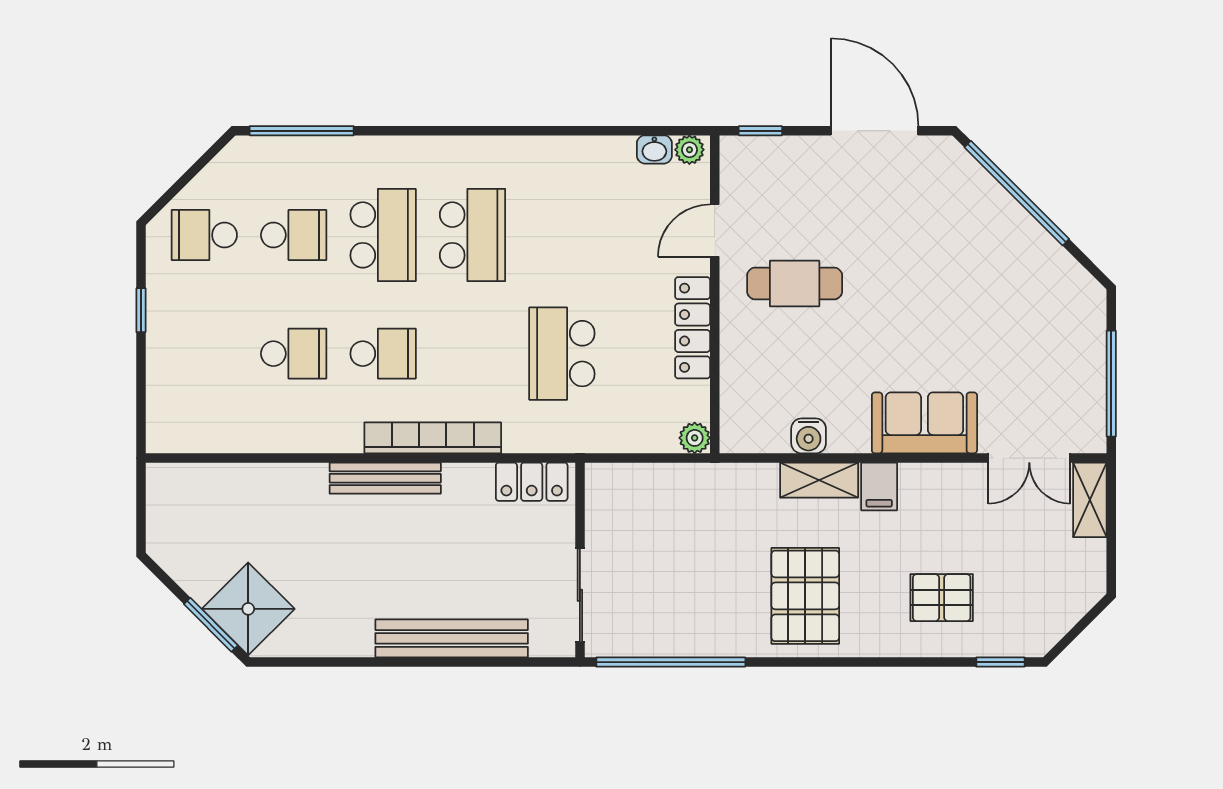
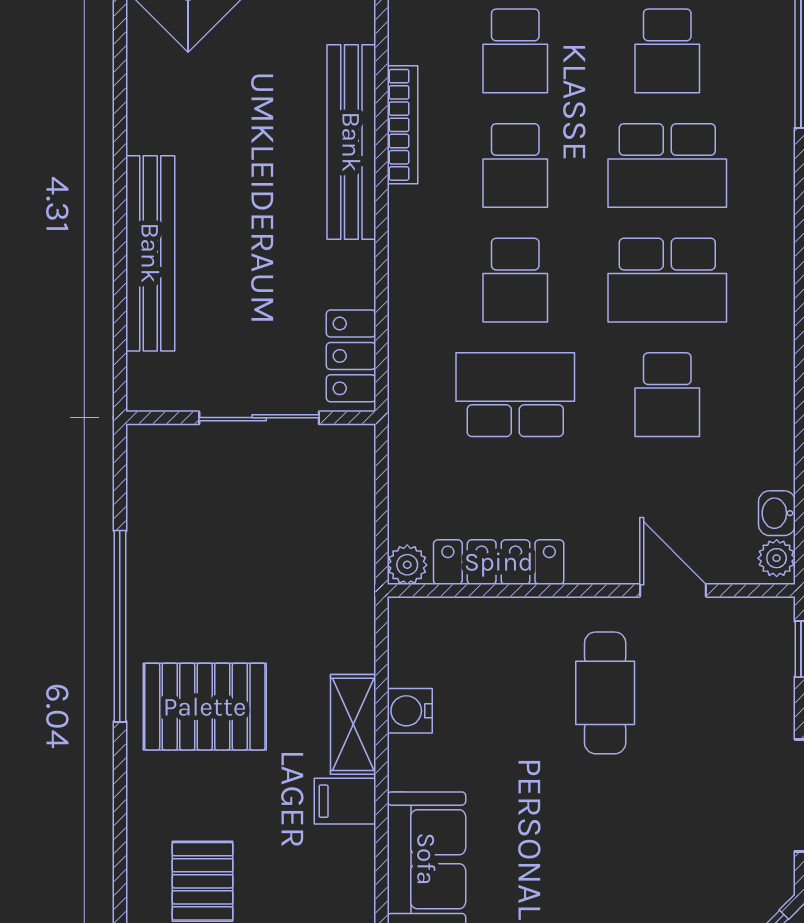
school desk: (562, 235) -> (667, 395), added
locker: (693, 328) -> (499, 562), moved
school desk: (473, 354) -> (515, 280), added
bookcase: (433, 438) -> (403, 125), moved, width x0.68, depth x0.76
bench: (385, 478) -> (351, 142), width x1.37, depth x1.21
sliding door: (580, 595) -> (259, 418), moved
window: (671, 662) -> (120, 626), moved

